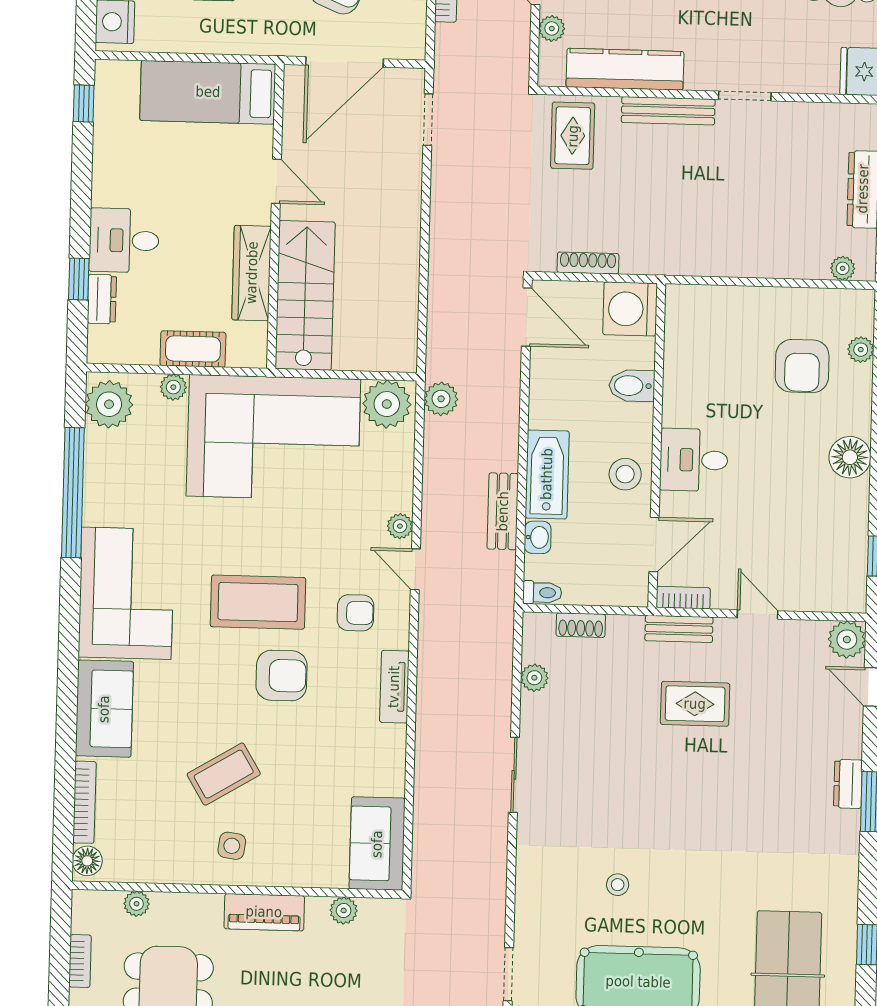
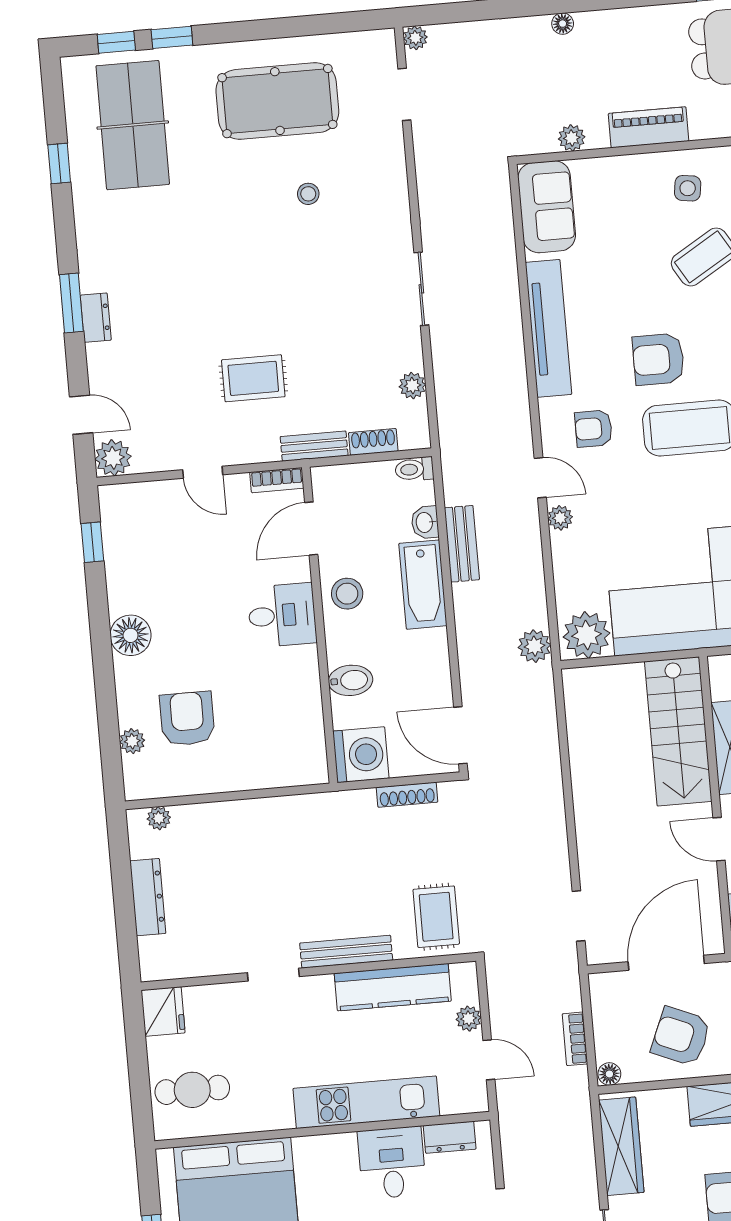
bench: (679, 629) -> (314, 446), moved
tv unit: (394, 687) -> (548, 328), width x1.92, depth x1.29

